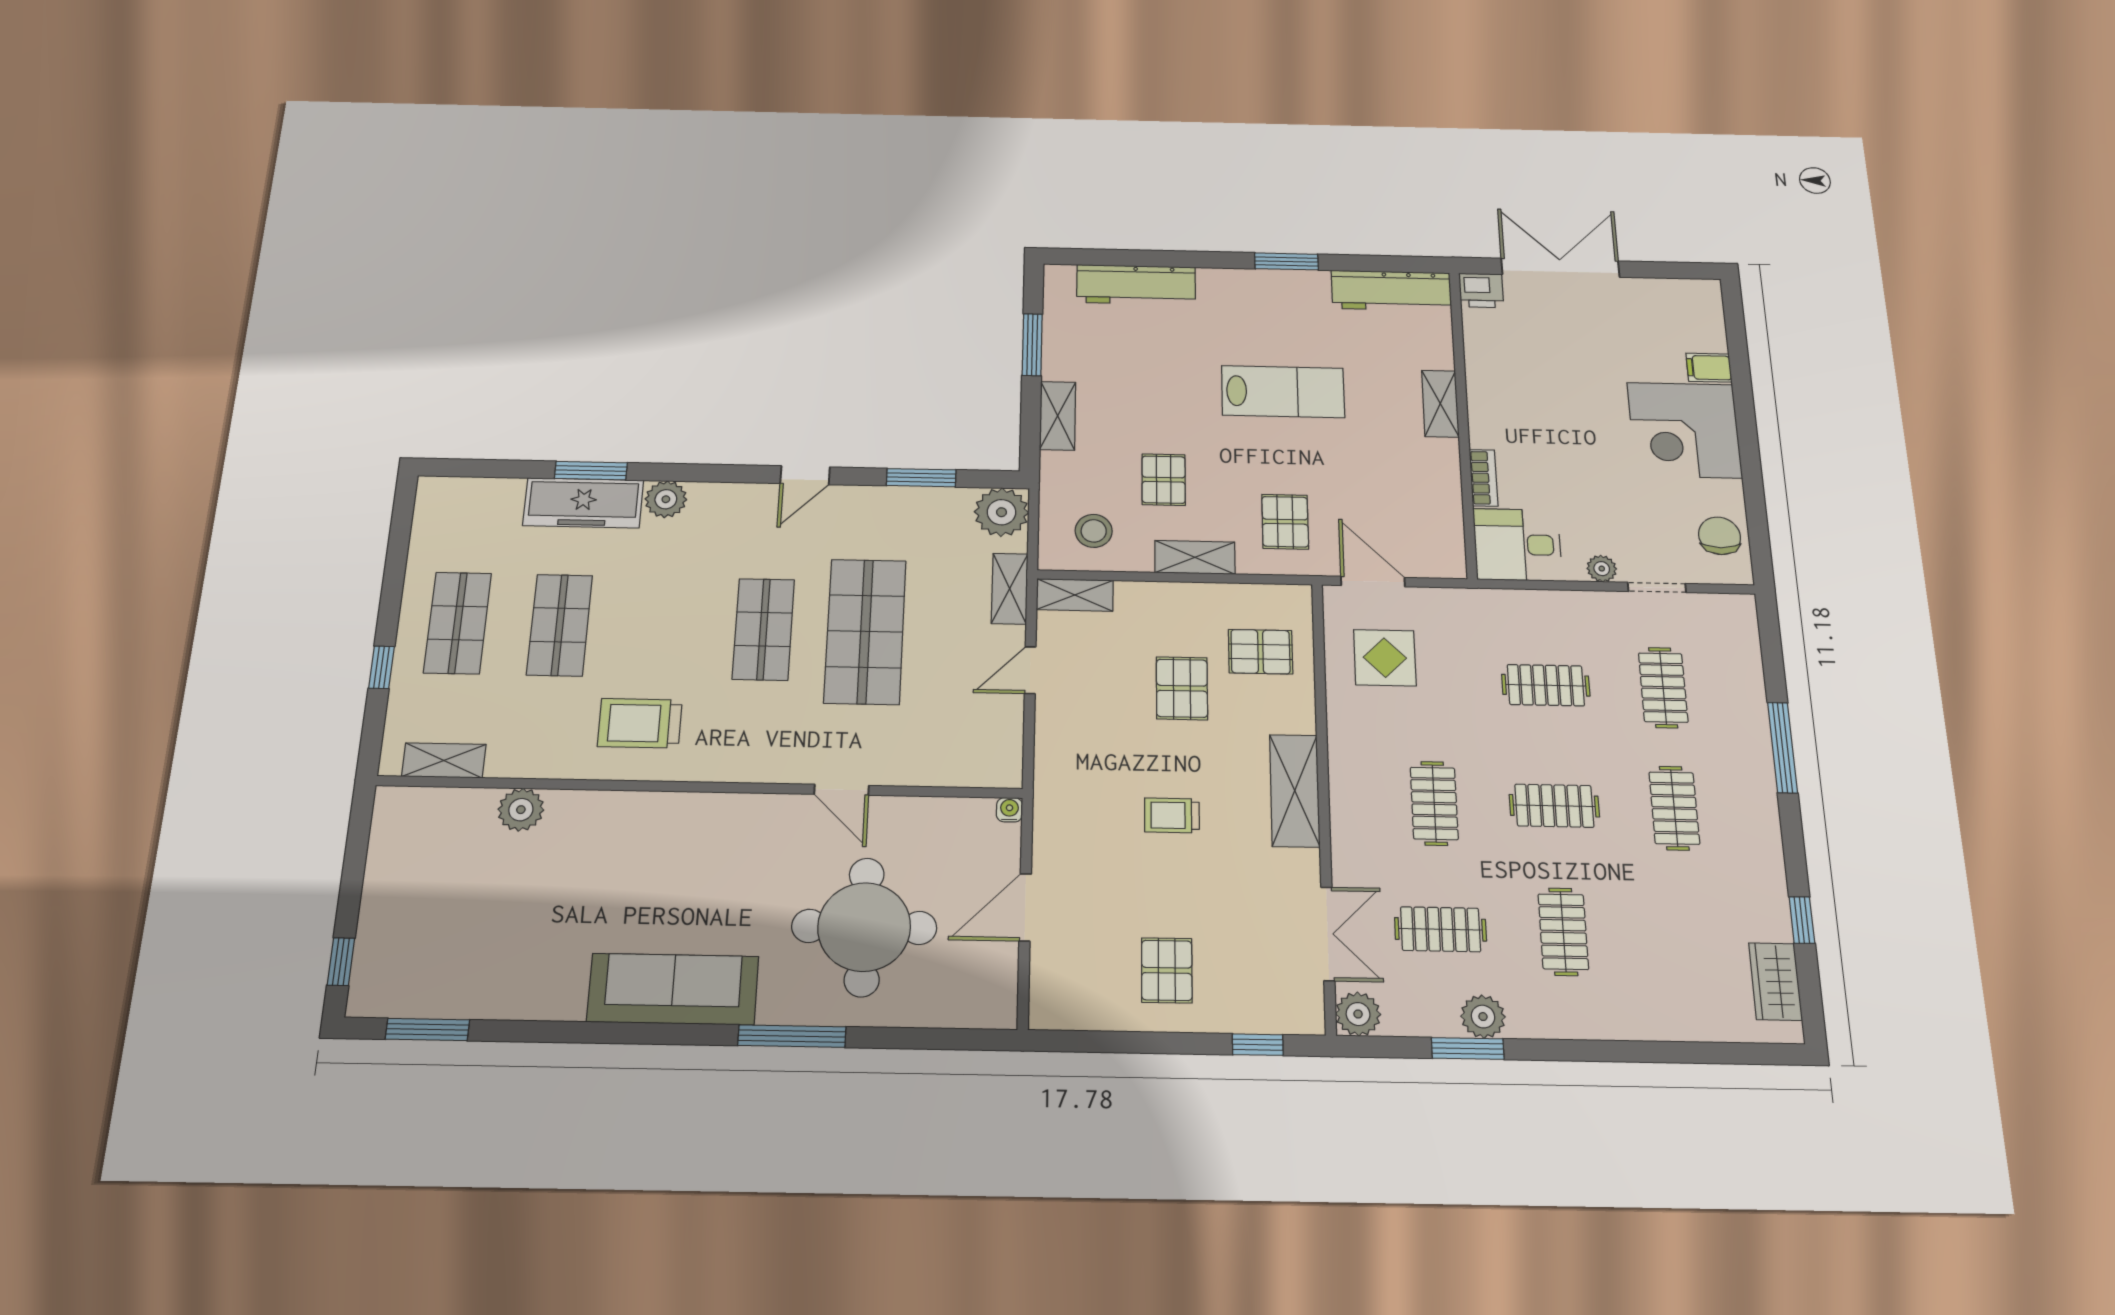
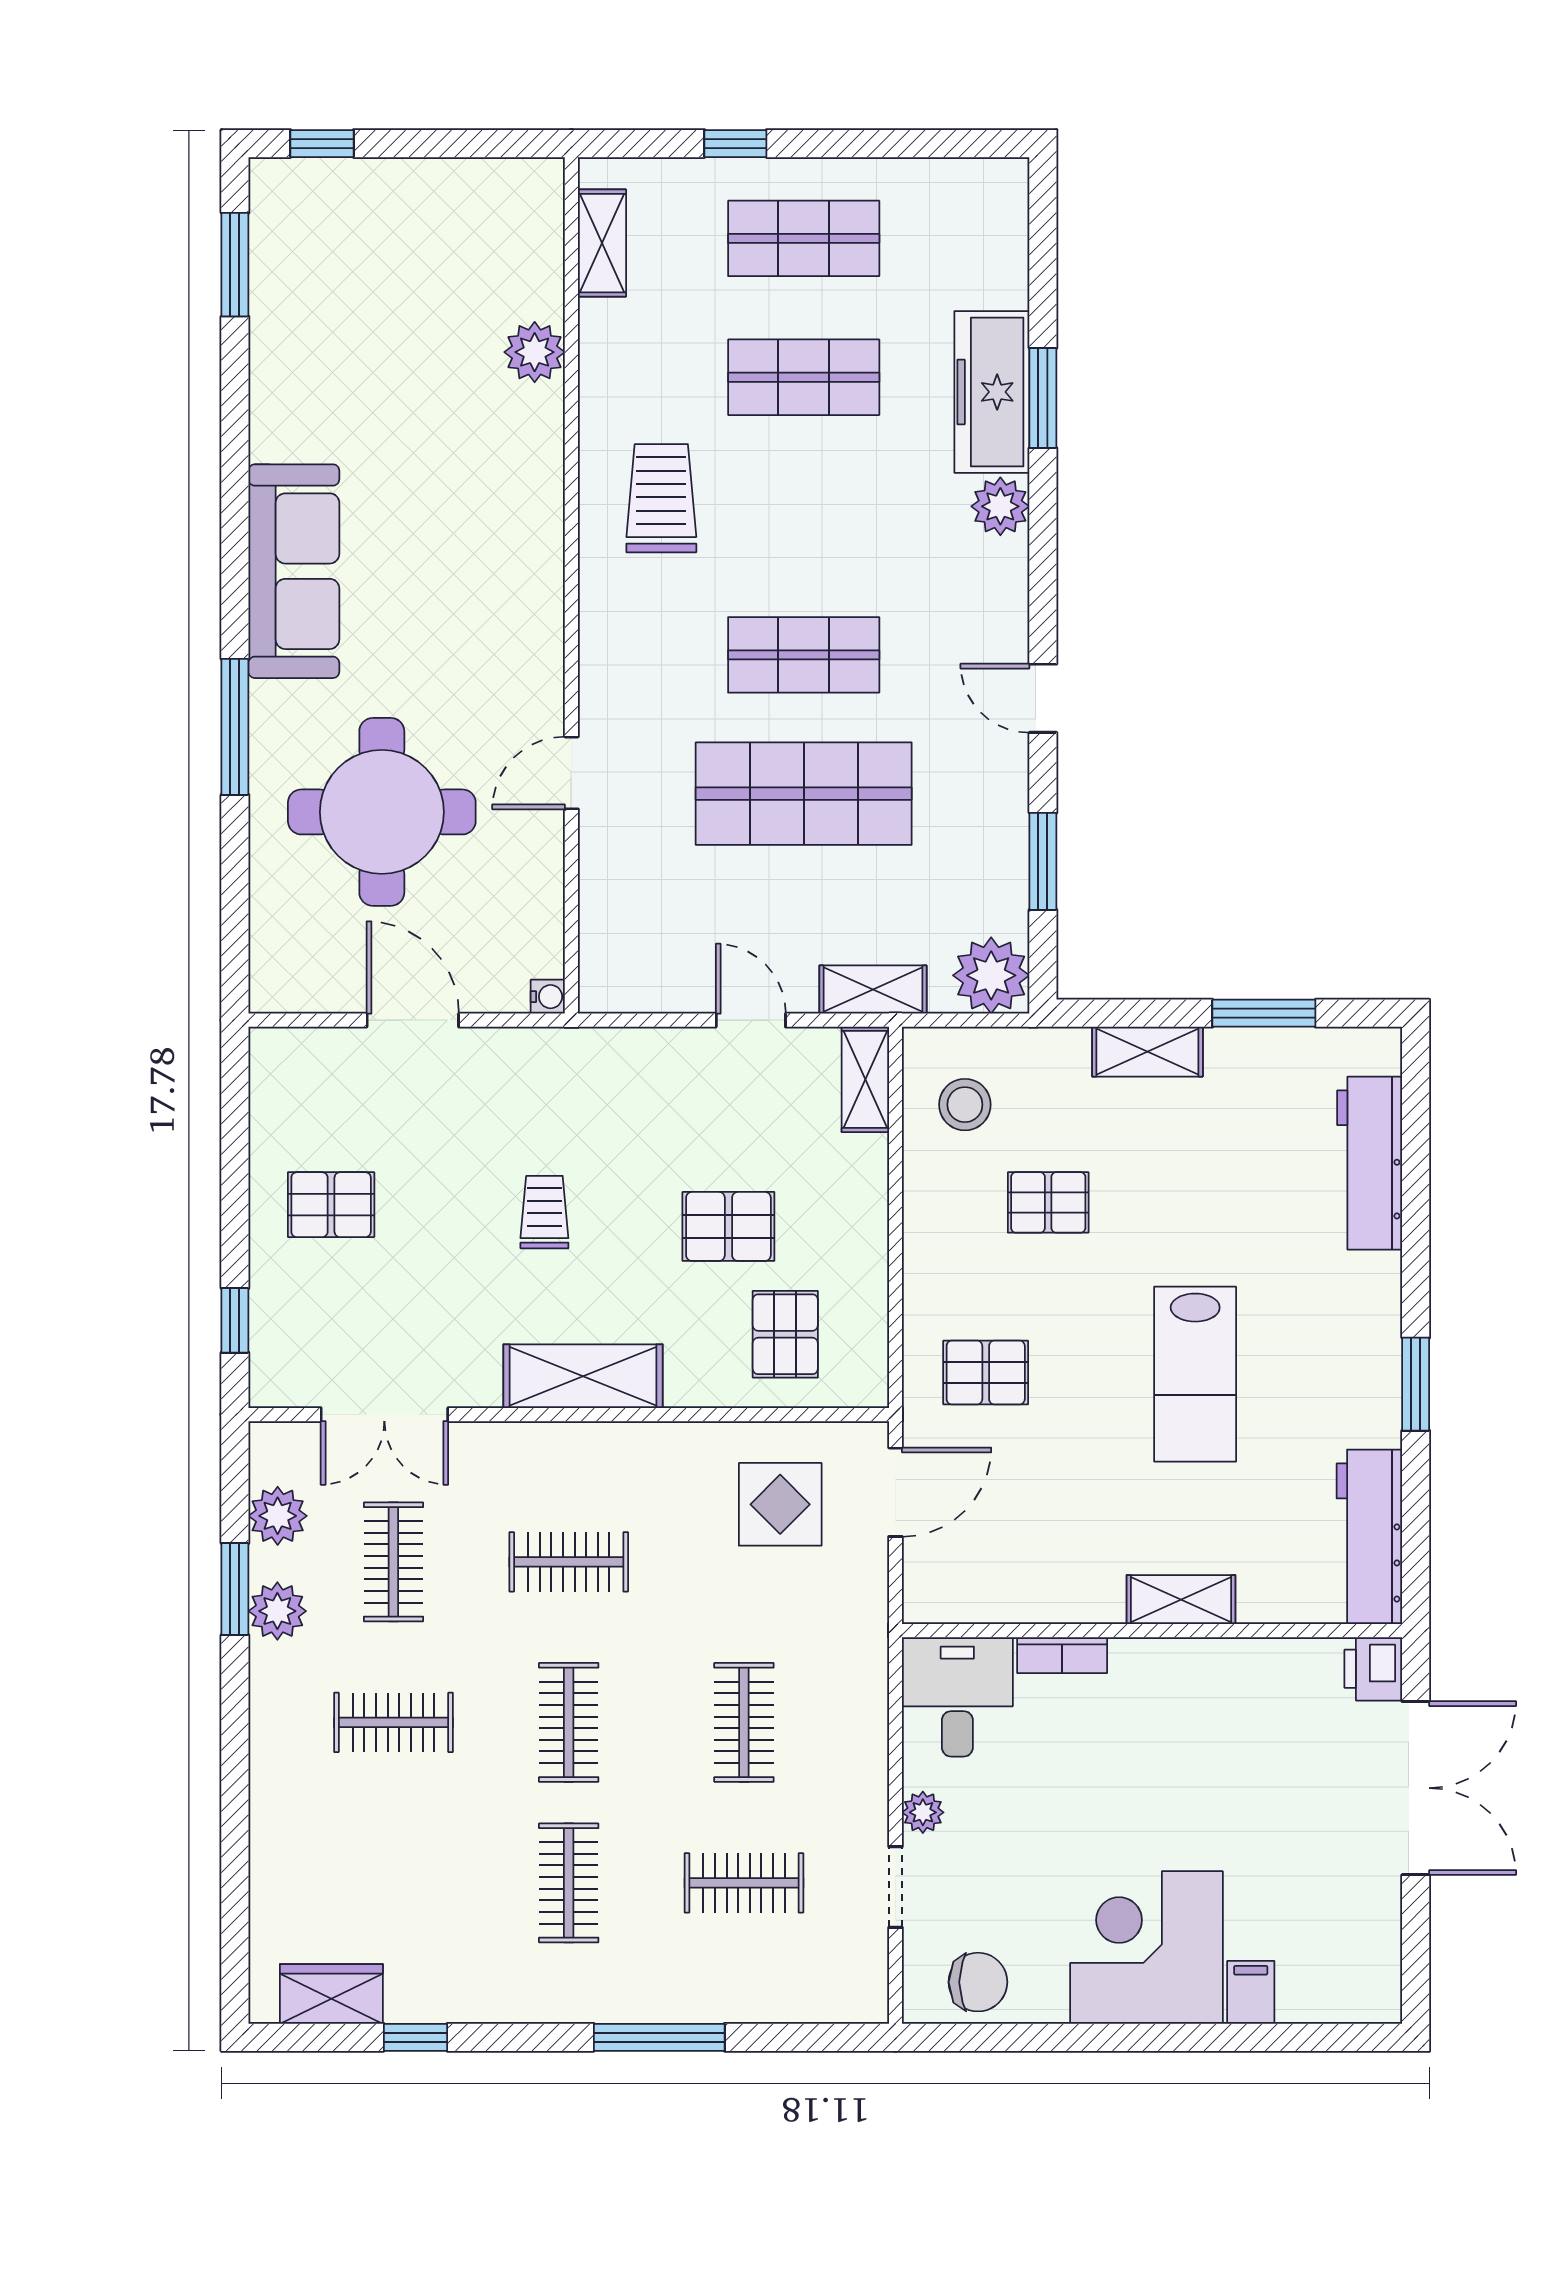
shelving: (1195, 557) -> (927, 1246), removed
clothes rail: (1674, 808) -> (569, 1883), turned 90
plant: (1358, 1014) -> (278, 1516), moved

